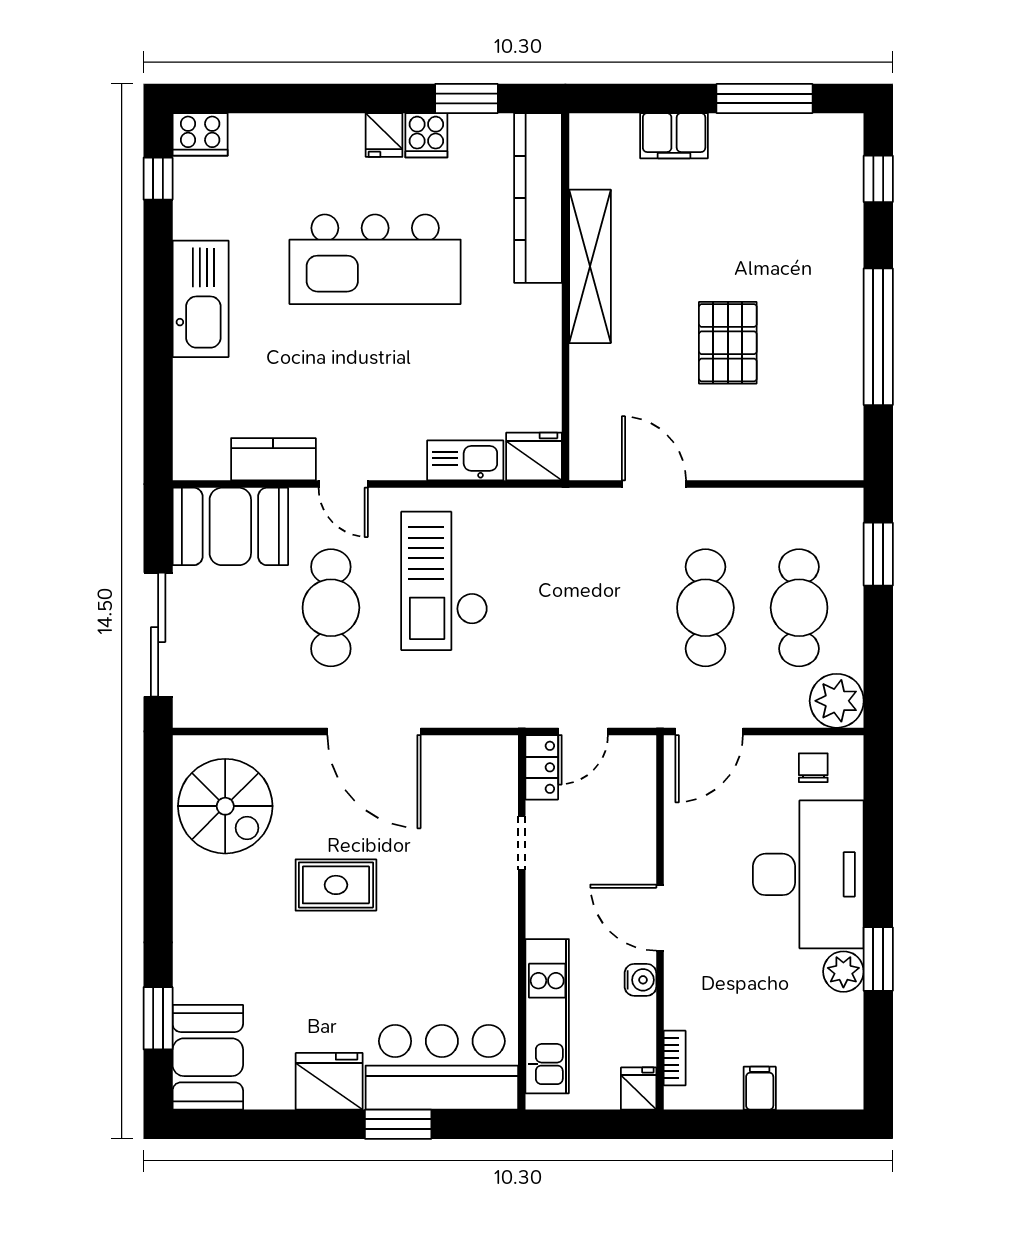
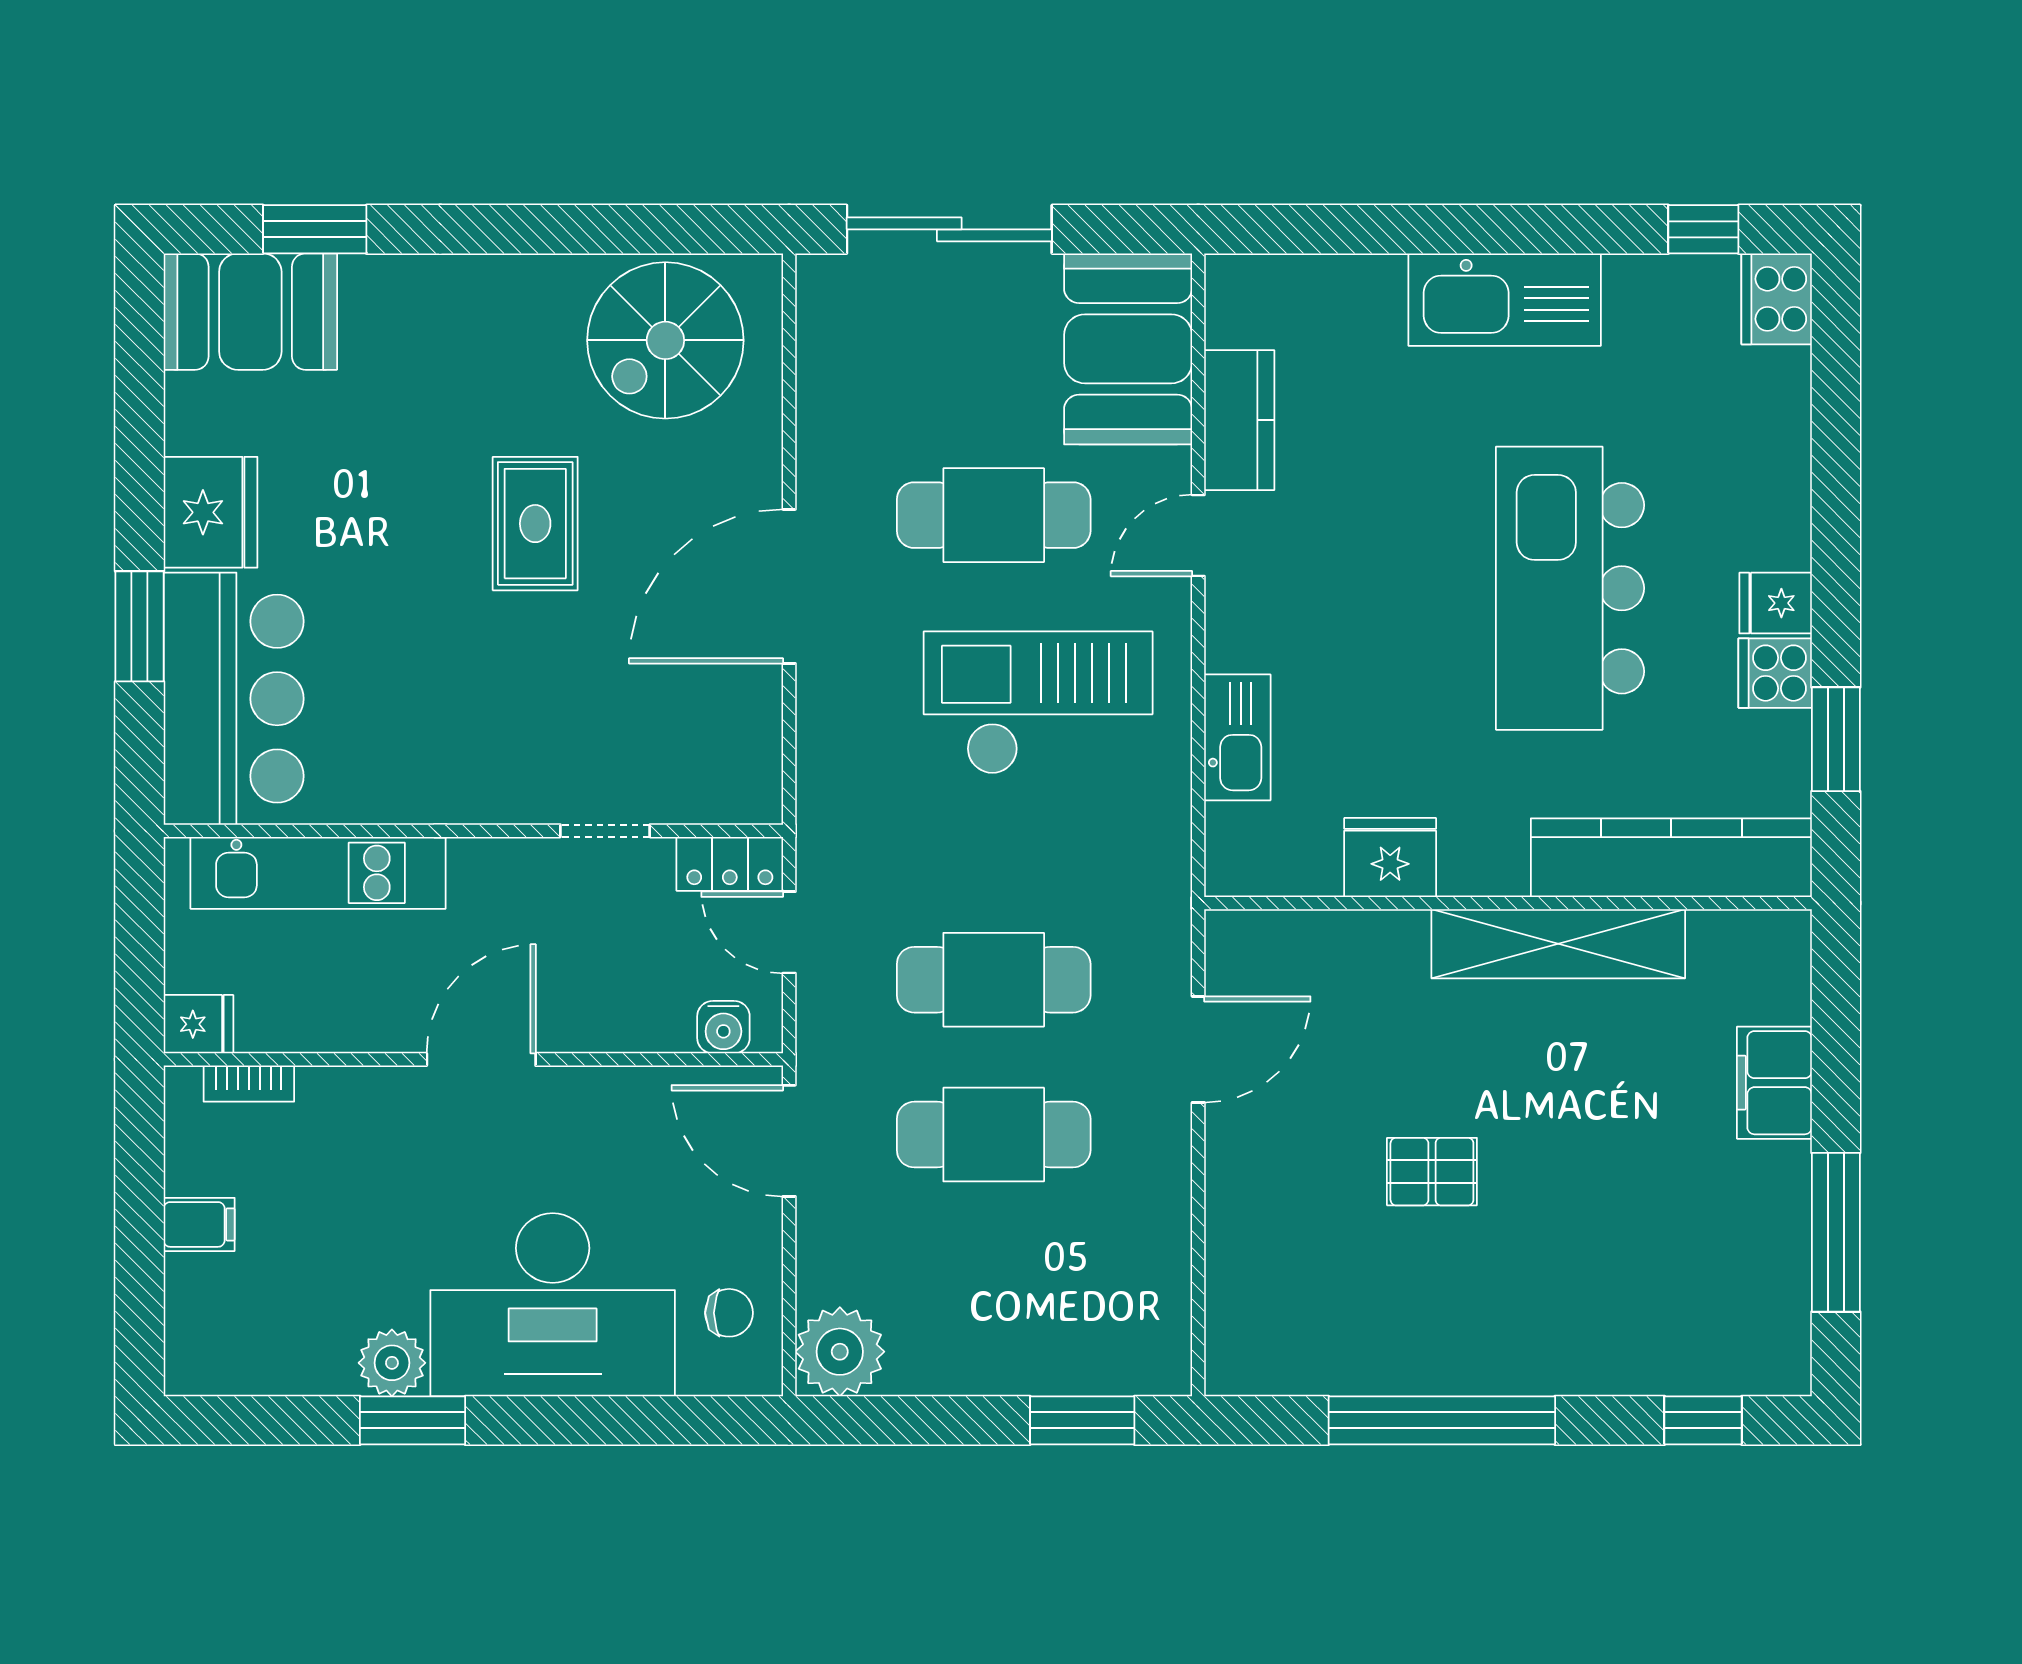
pallet: (728, 343) -> (1432, 1172), width x0.67, depth x0.71
fridge: (534, 457) -> (1390, 857), moved, turned -90
cafe table: (799, 608) -> (994, 980), moved
water cooler: (640, 980) -> (723, 1027), moved

